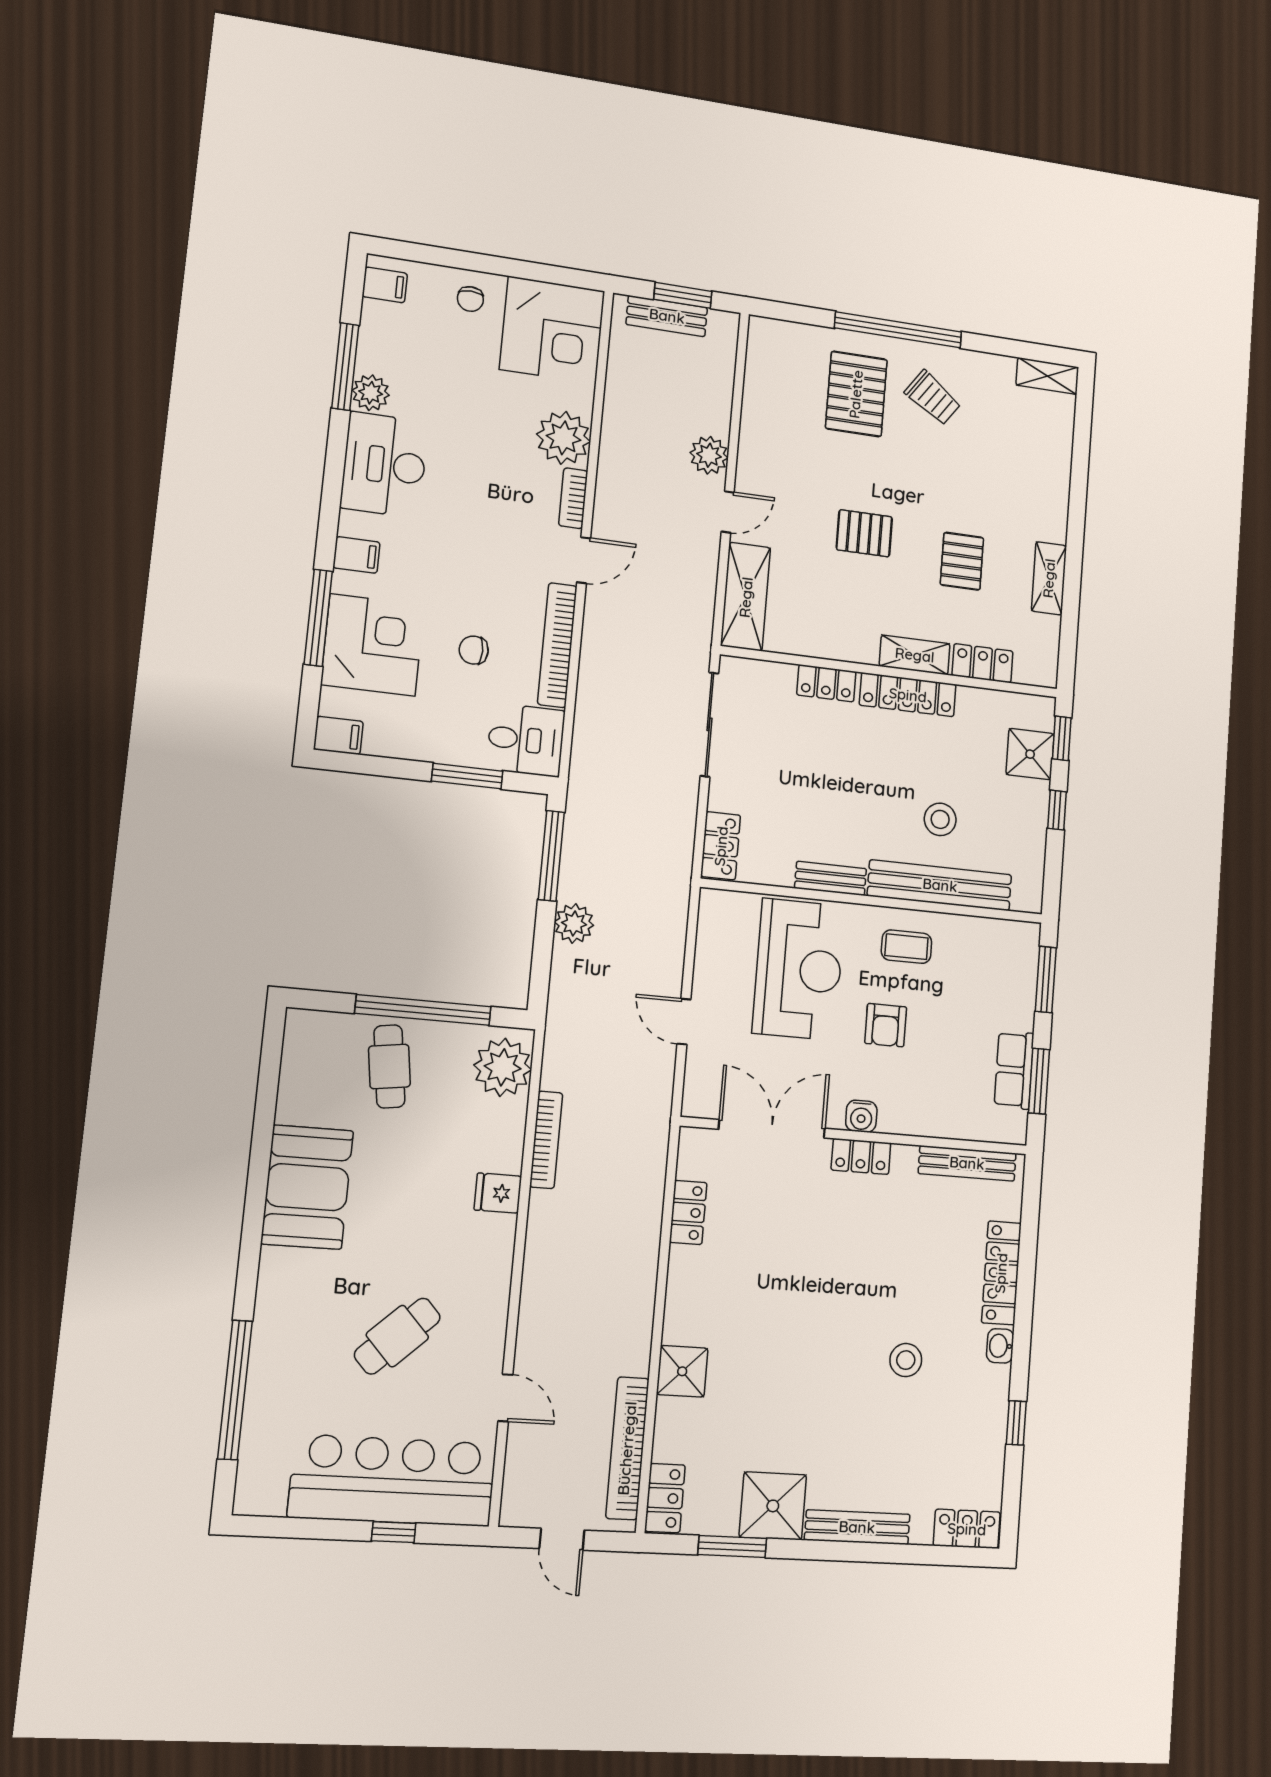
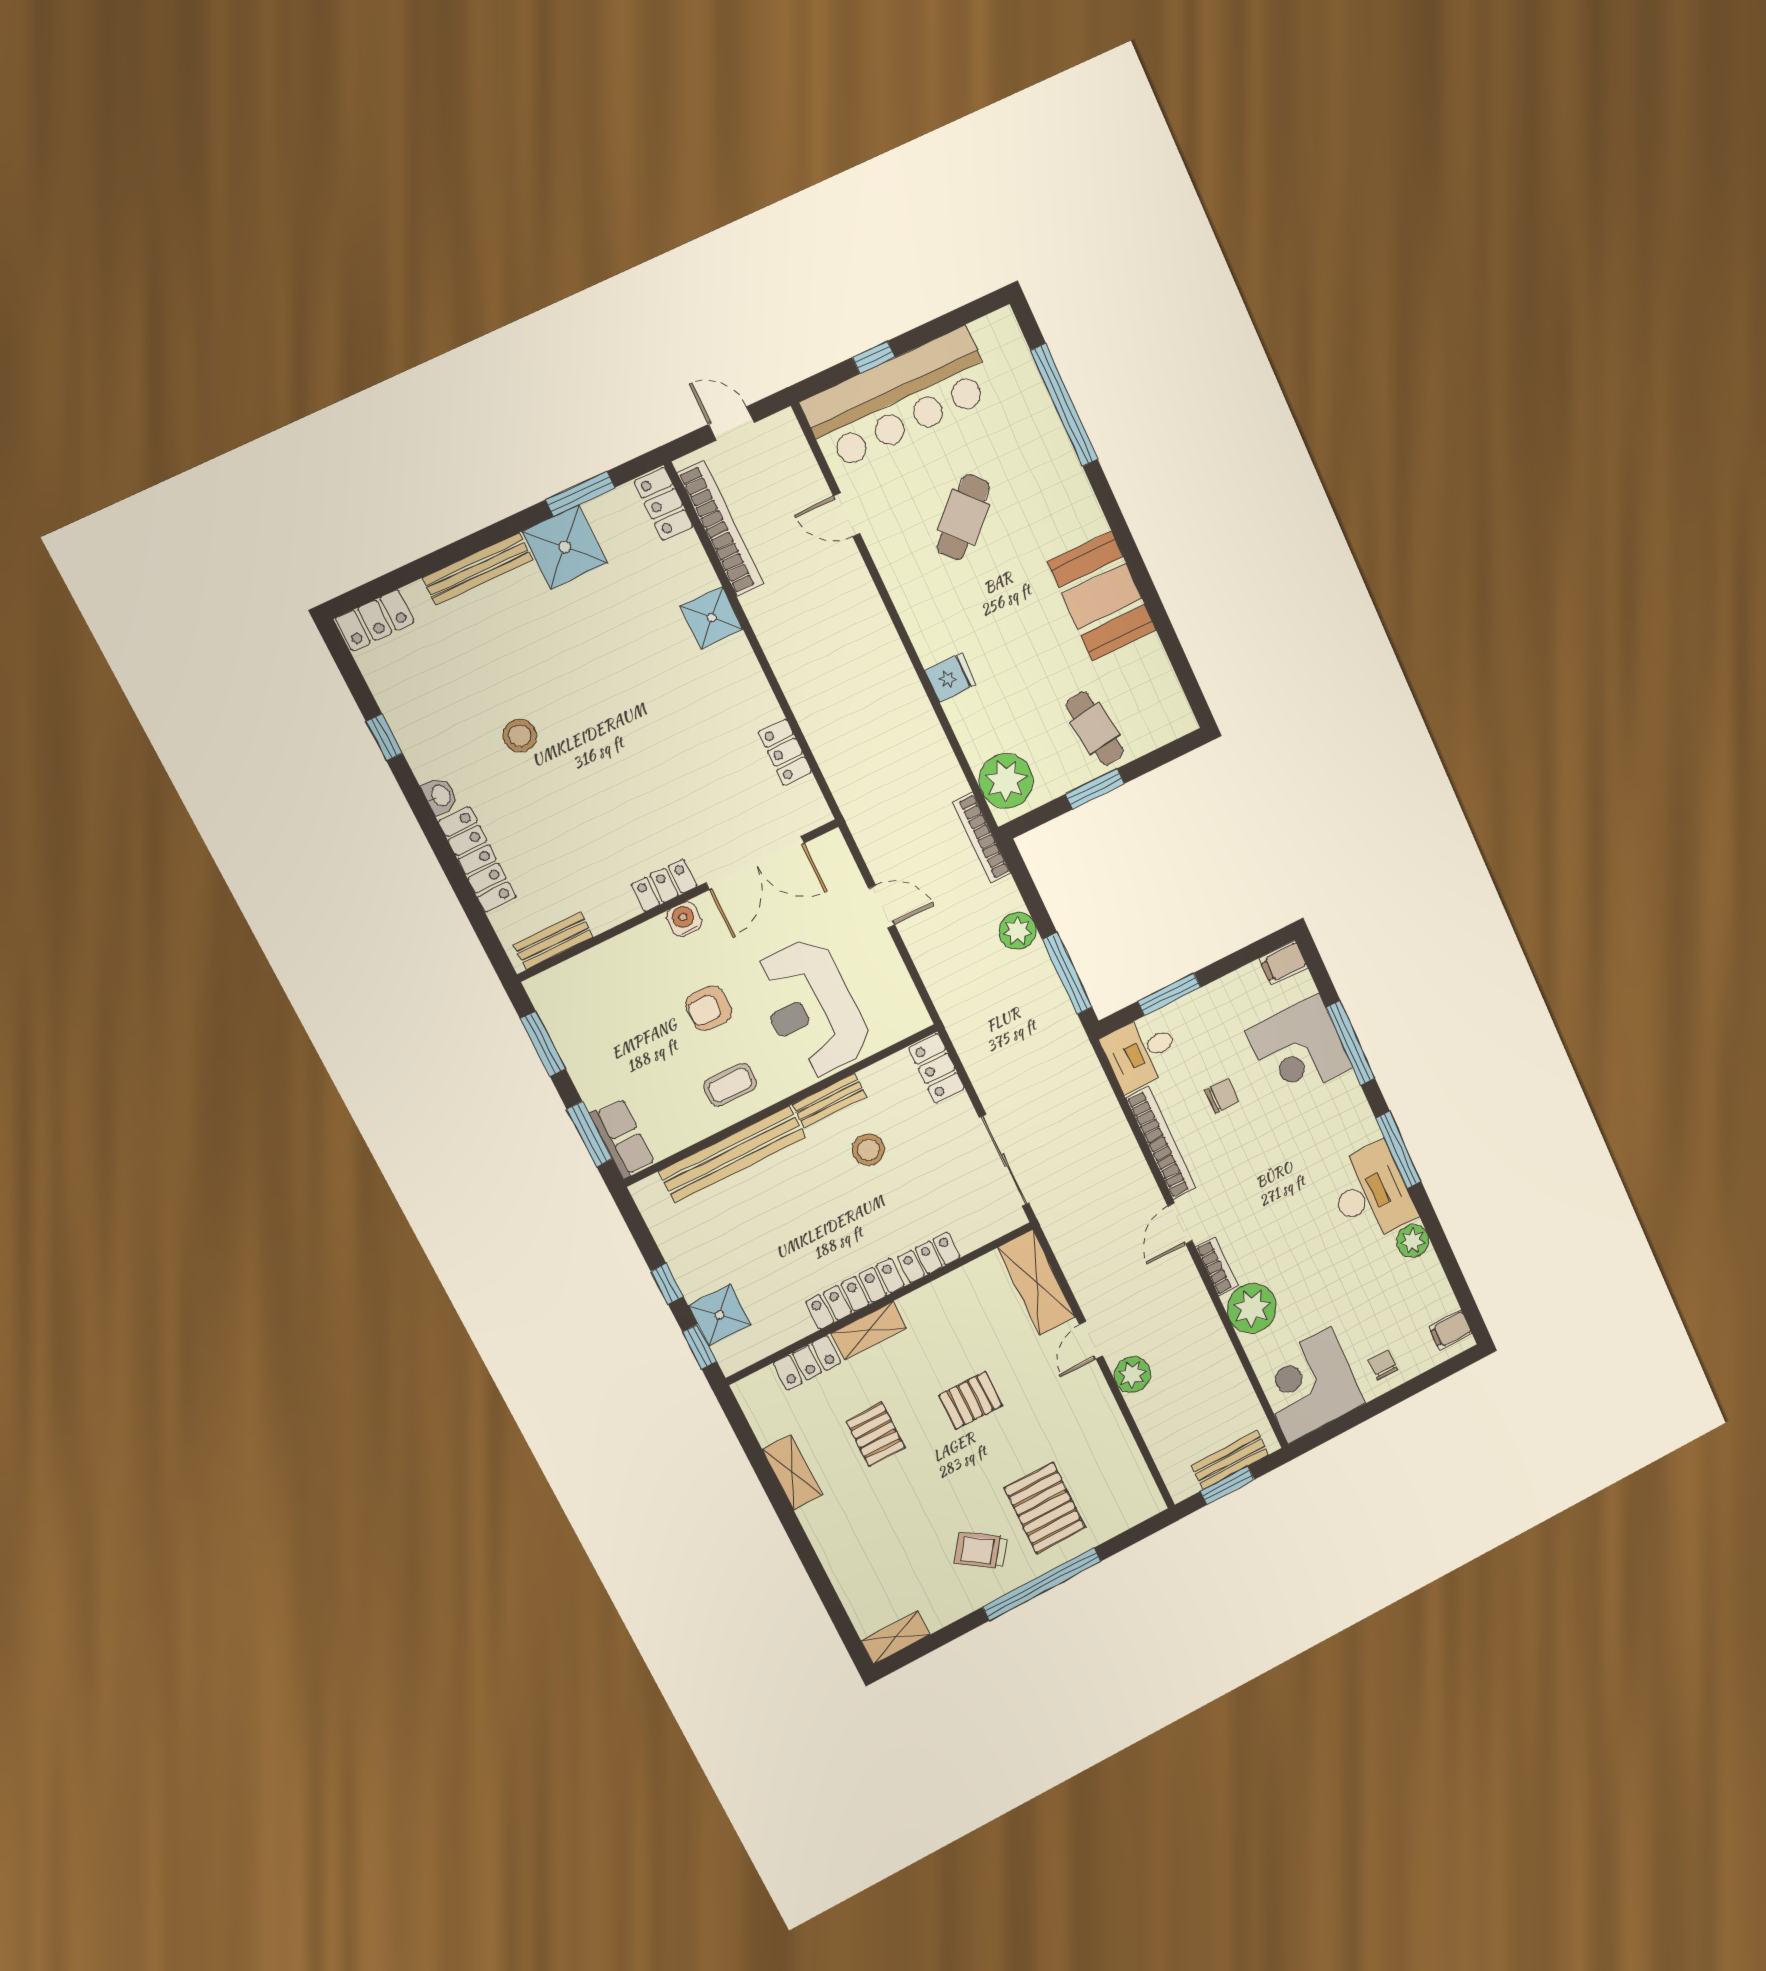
window: (345, 367) -> (1398, 1150), moved
filing cabinet: (357, 555) -> (1351, 1110), removed
stool: (940, 819) -> (869, 1150), moved
window: (423, 1010) -> (1095, 789), width x0.47
armchair: (886, 1025) -> (709, 1008), turned -90
row of seats: (1014, 1070) -> (622, 1138), moved
bookcase: (546, 1140) -> (982, 838), moved
bench: (967, 1163) -> (553, 941), width x0.73

